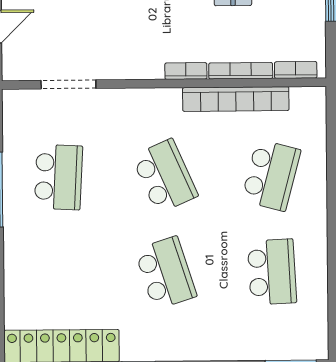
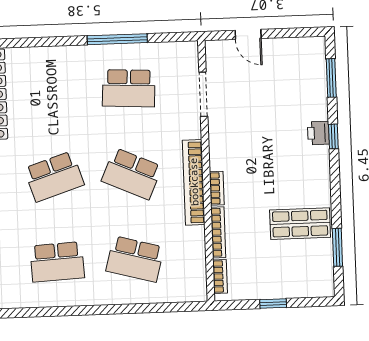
bookcase: (236, 99) -> (194, 182), moved
school desk: (165, 176) -> (132, 174), turned 48

